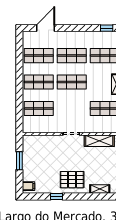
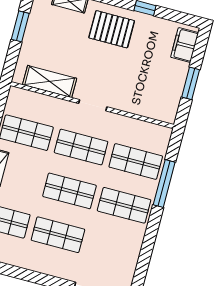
shop shelf: (39, 56) -> (81, 147), moved
window: (19, 100) -> (164, 183), added
filing cabinet: (29, 186) -> (185, 45), width x2.00

